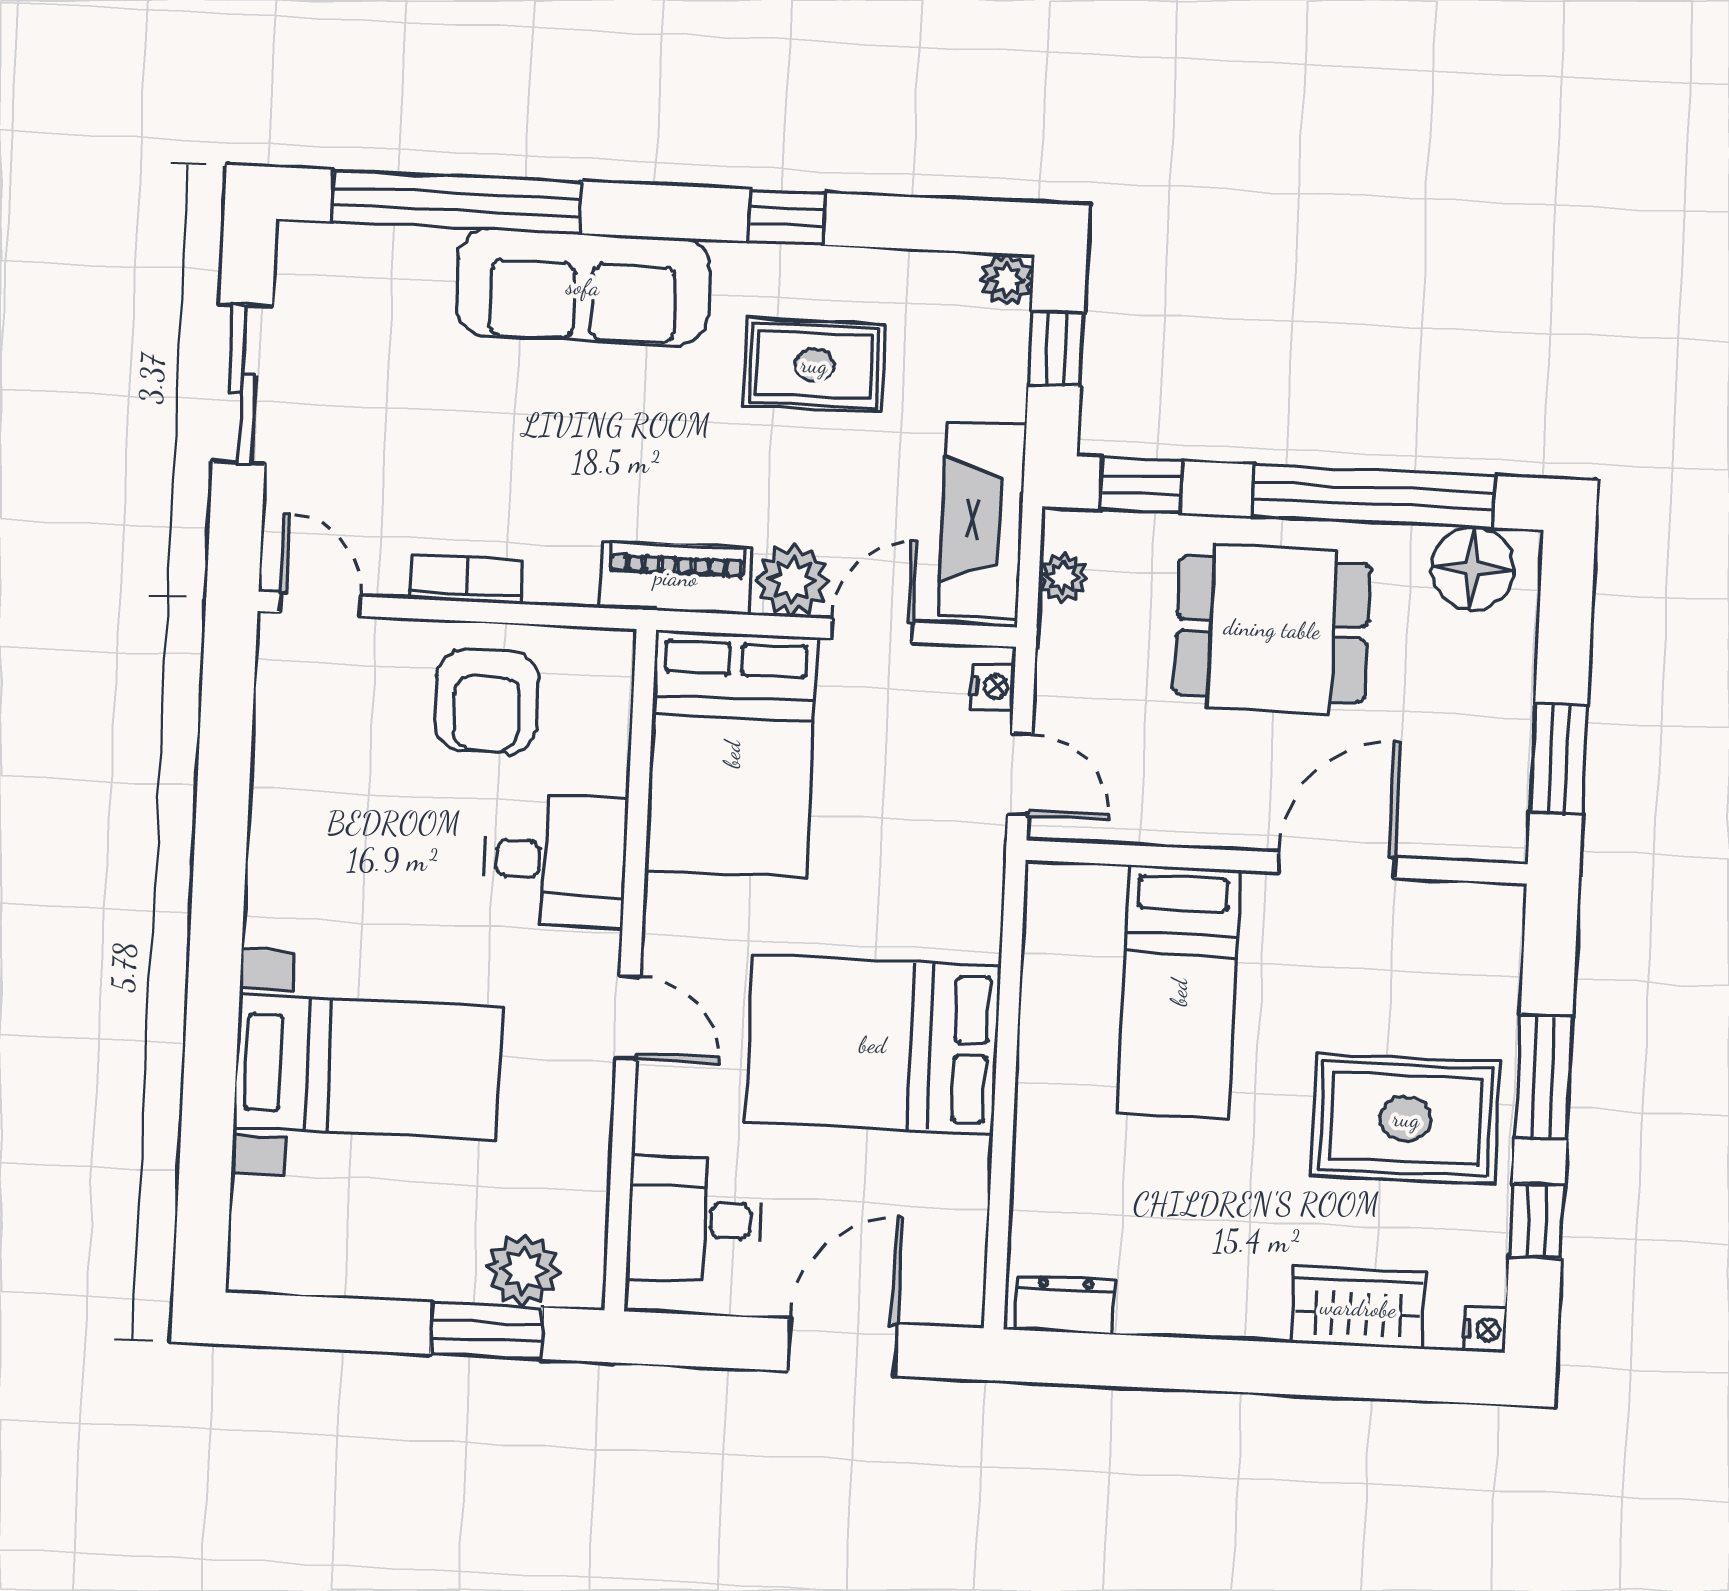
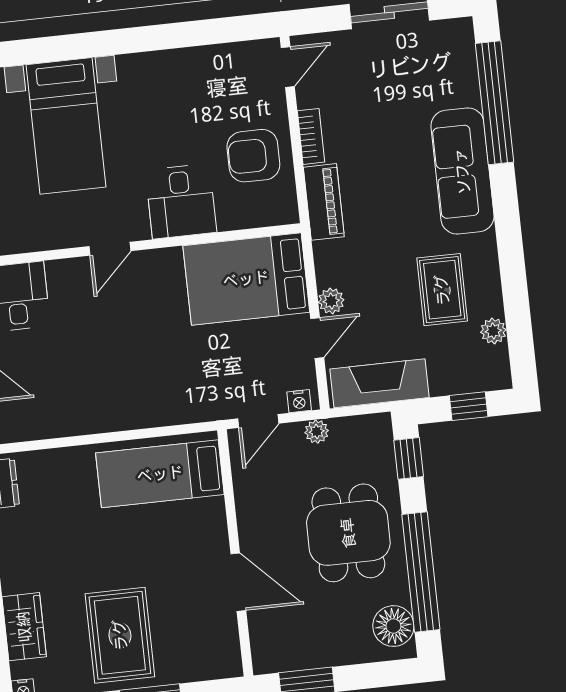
window: (787, 217) -> (512, 265), removed
plant: (1007, 280) -> (493, 331), moved
plant: (1063, 577) -> (317, 432), moved
piano: (676, 578) -> (324, 202), moved
plant: (793, 580) -> (331, 301), width x0.73, depth x0.73
door: (872, 630) -> (317, 338), hinge flipped
bed: (1179, 992) -> (160, 474), moved
bed: (873, 1045) -> (115, 370), removed

